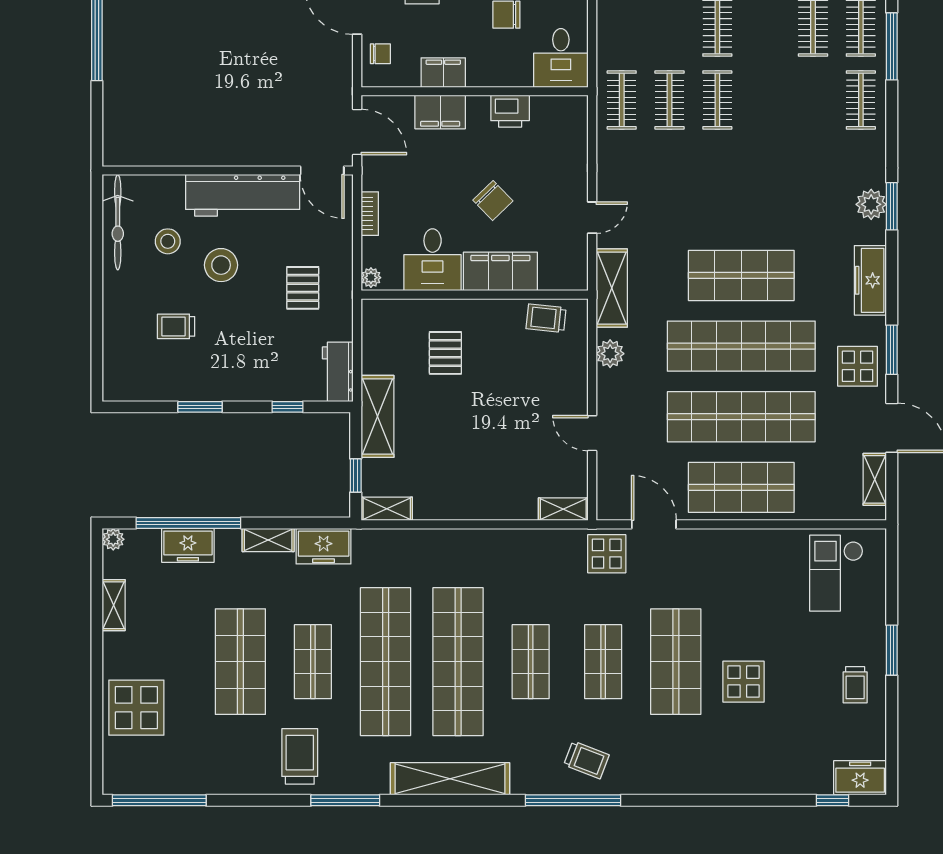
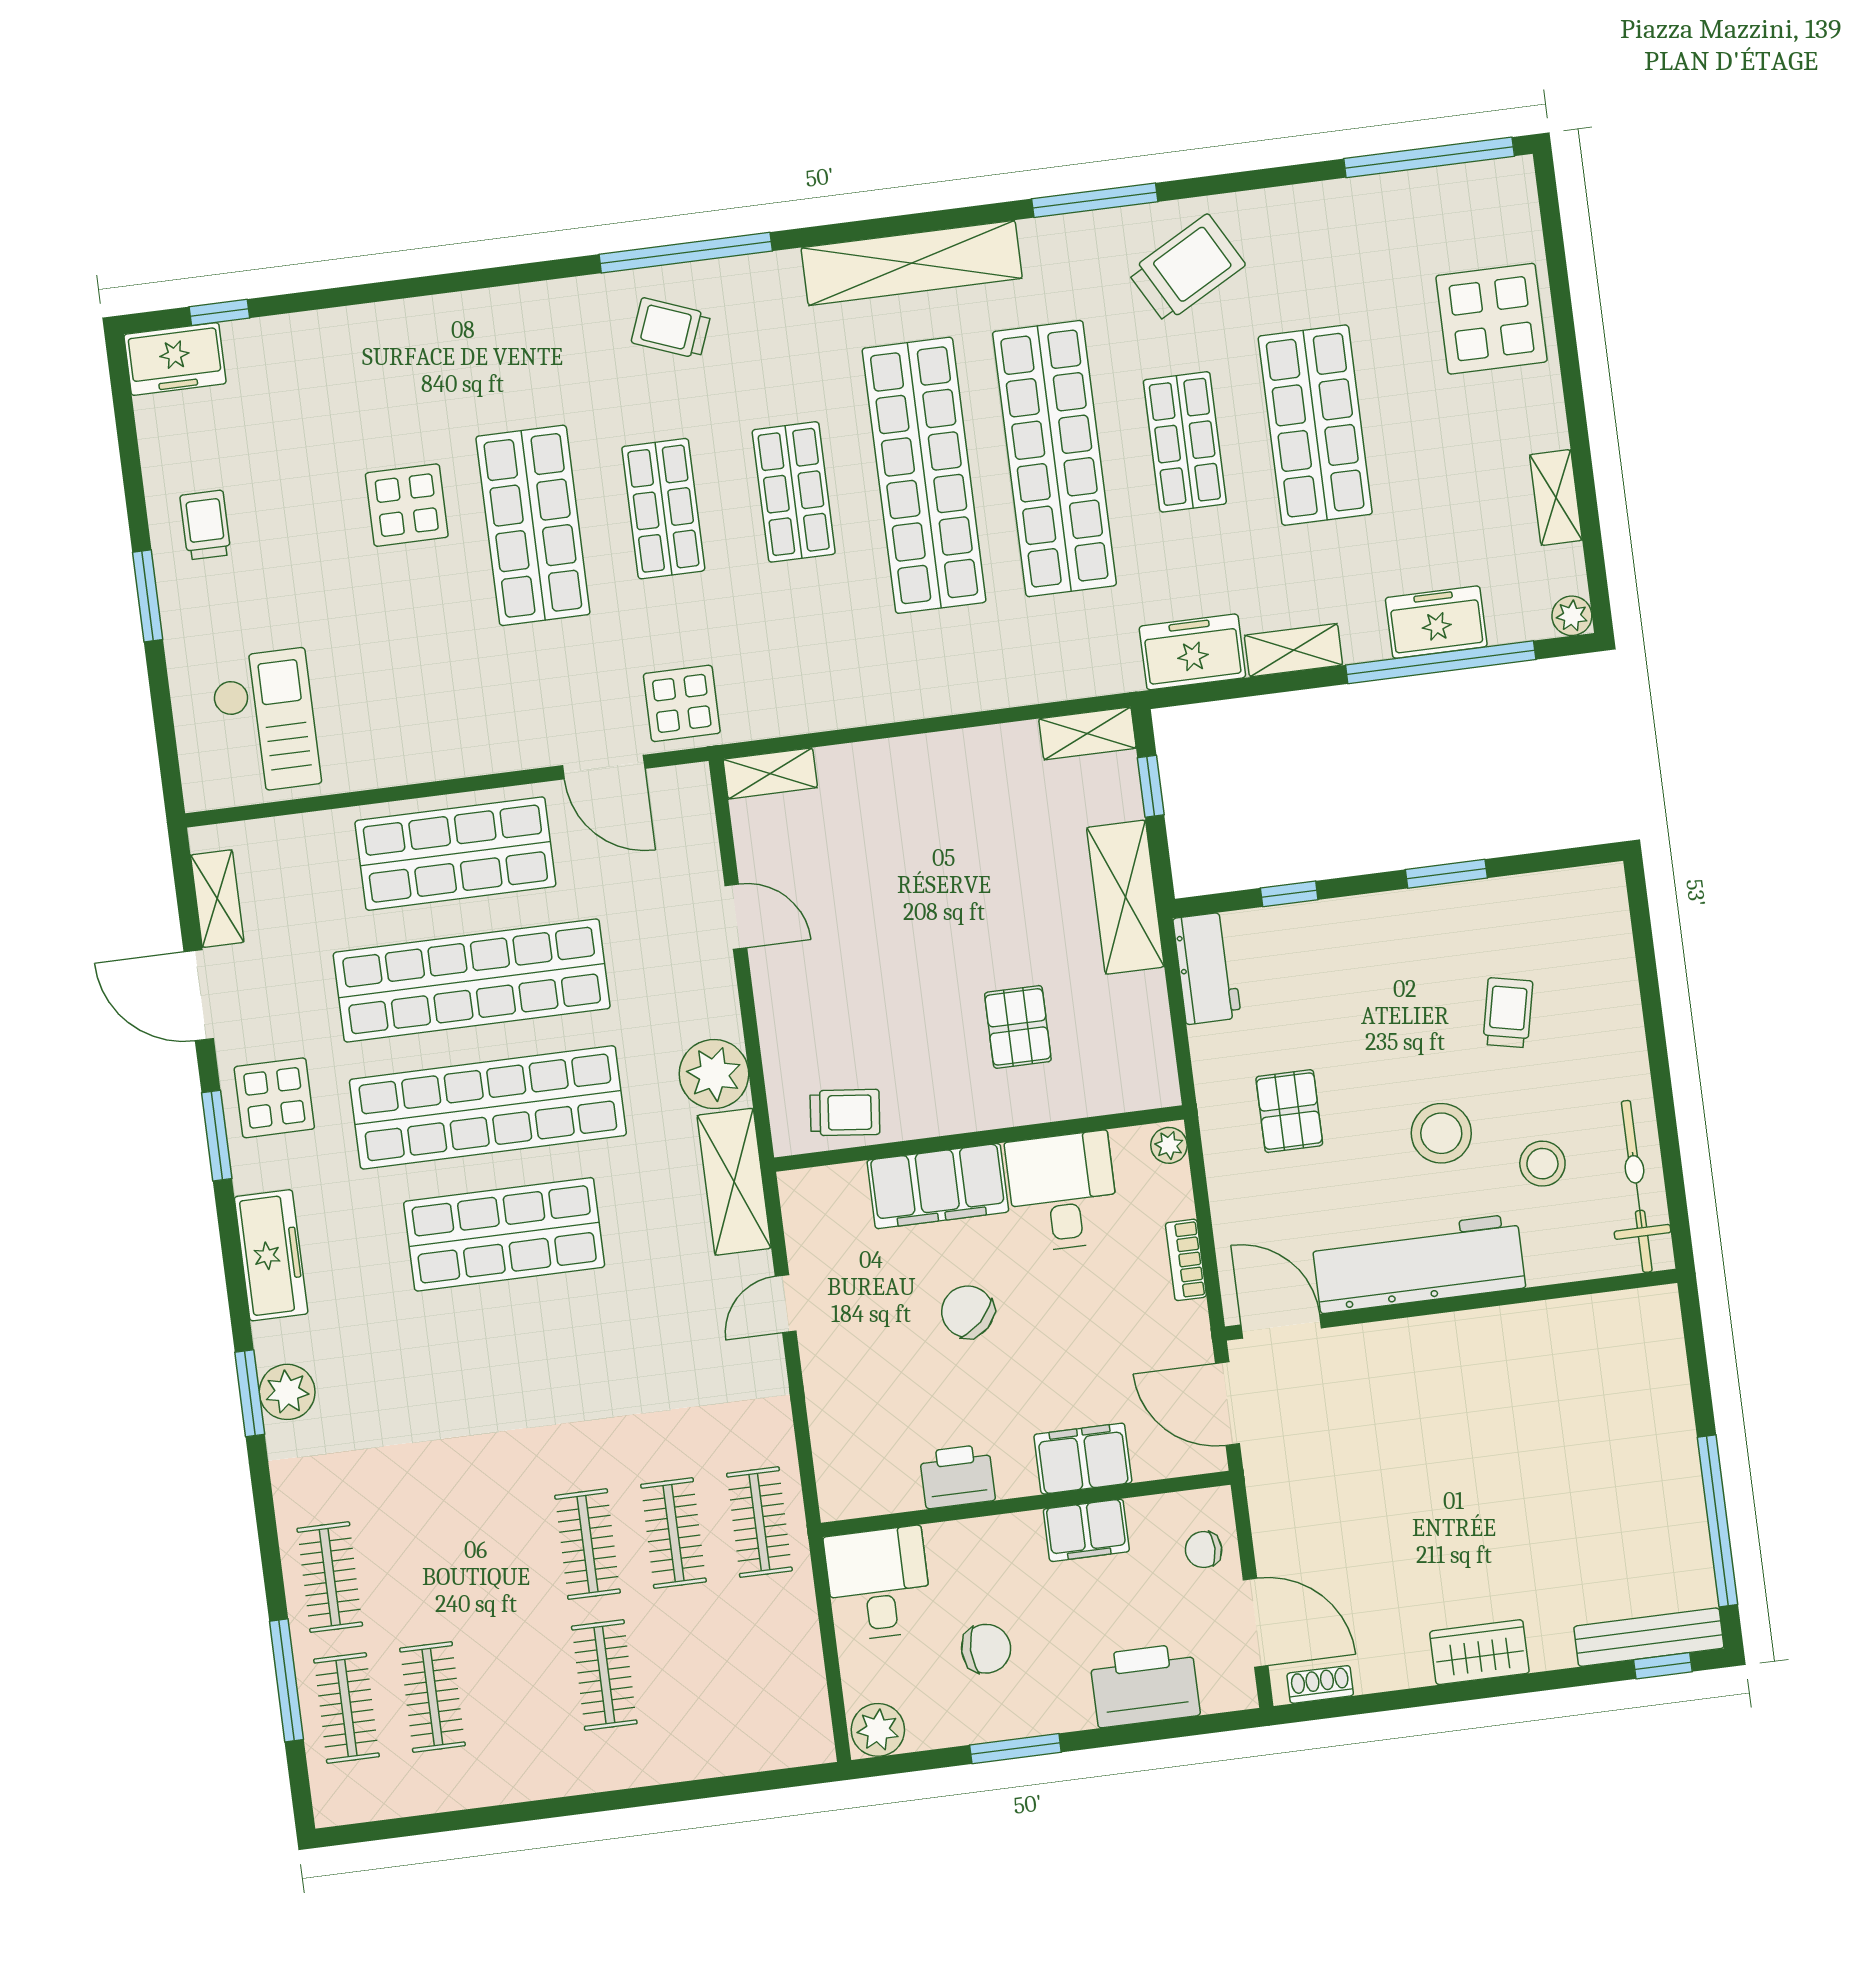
trolley: (176, 326) -> (1508, 1013), turned -78
plant: (610, 354) -> (714, 1074), width x1.36, depth x1.36
trolley: (300, 756) -> (1187, 268), turned -119

